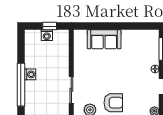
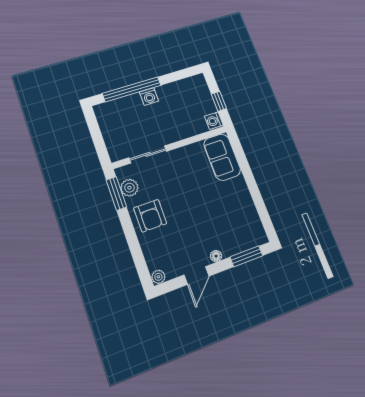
washing machine: (47, 35) -> (214, 121), moved
sofa: (104, 39) -> (222, 157), moved

